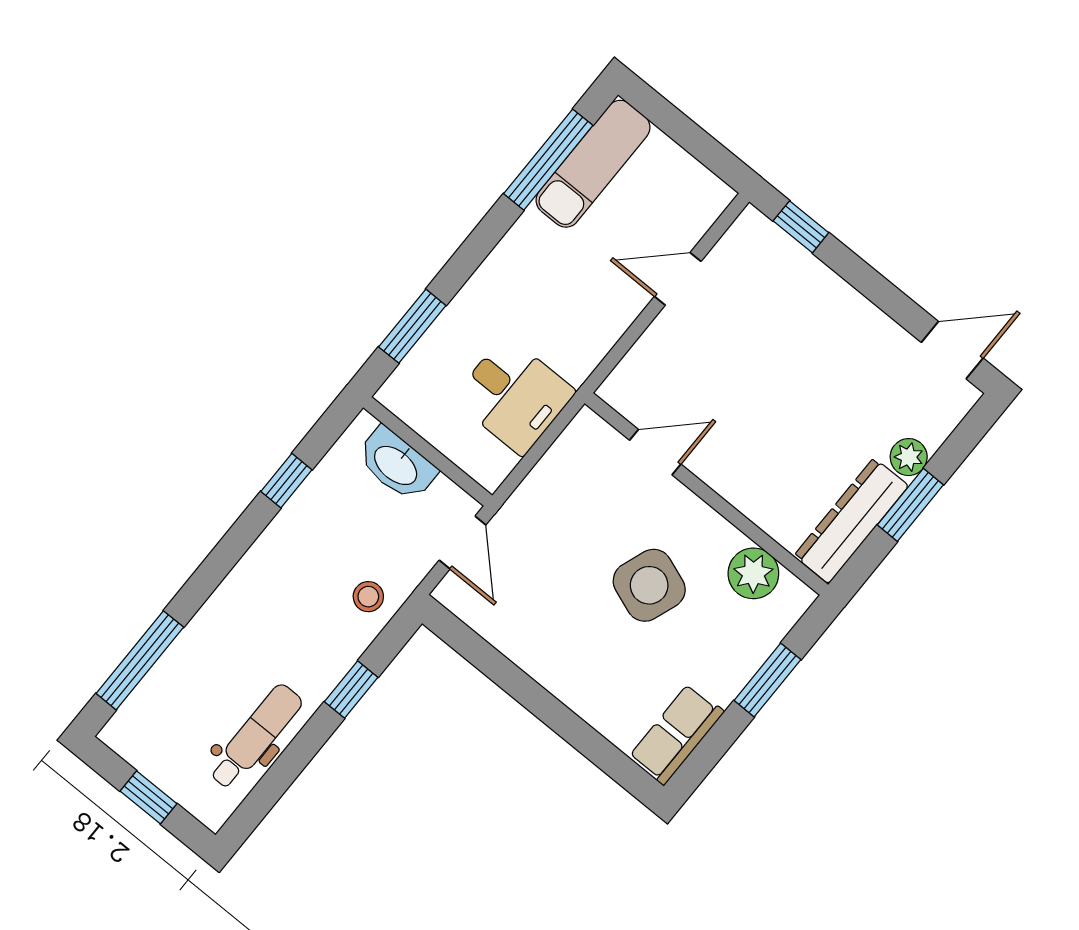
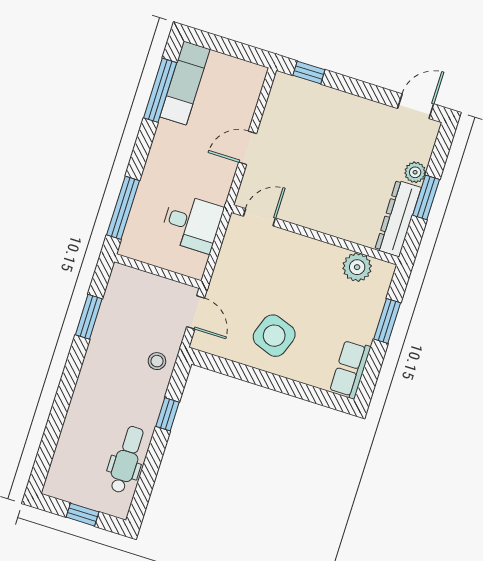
door: (678, 279) -> (248, 148), moved
window: (412, 326) -> (123, 208), width x1.44
door: (655, 452) -> (259, 217), moved
washbasin: (396, 464) -> (144, 285), removed
window: (286, 481) -> (89, 317), width x1.50
side table: (649, 585) -> (274, 336), moved
window: (140, 660) -> (49, 443), removed

